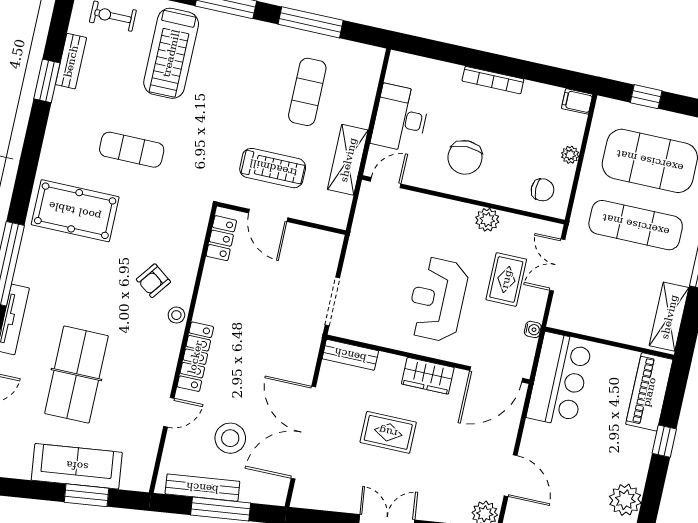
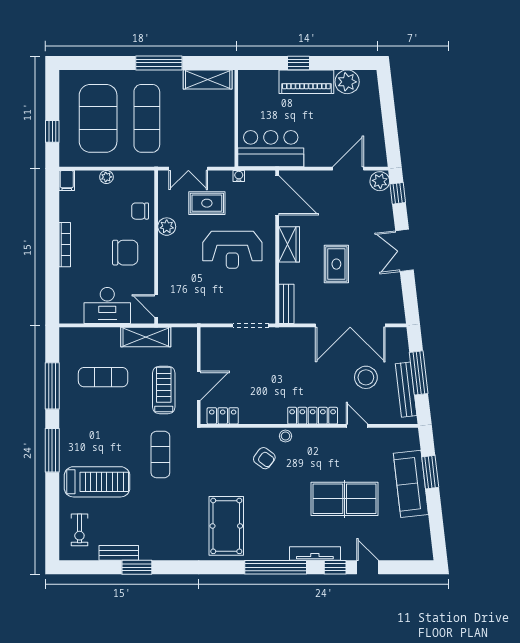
exercise mat: (132, 150) -> (160, 454), moved
chair: (543, 190) -> (140, 211), moved, turned -90
piano: (649, 392) -> (306, 82), moved

